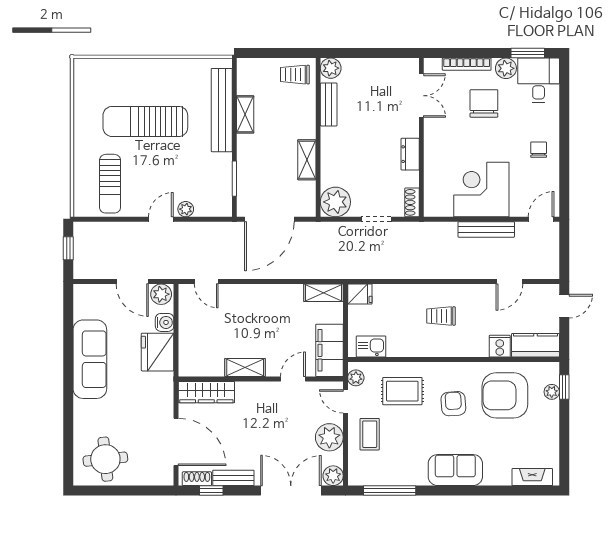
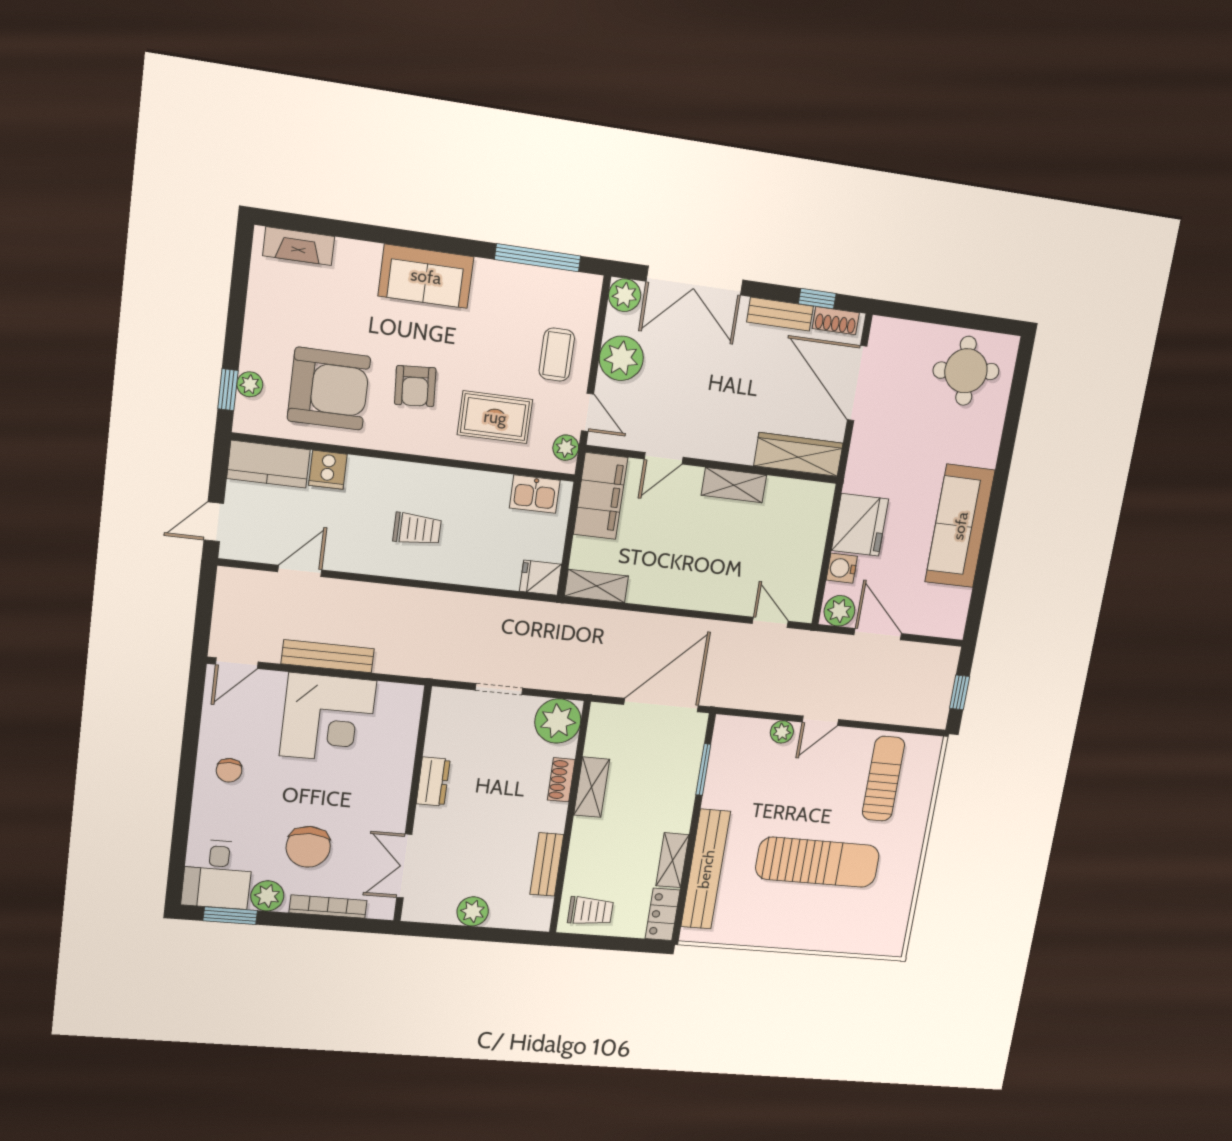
plant: (331, 68) -> (473, 911), moved
locker: (246, 76) -> (663, 914), added
shoe rack: (412, 202) -> (561, 780), moved, turned 180

